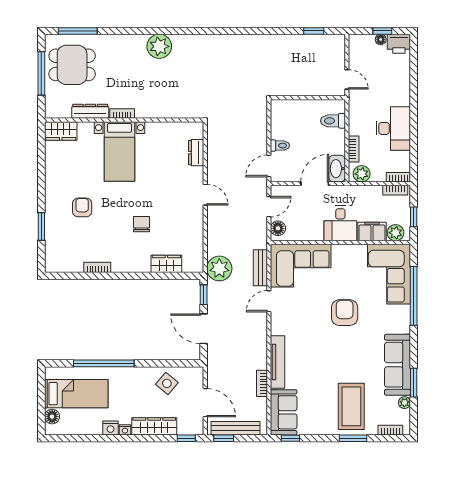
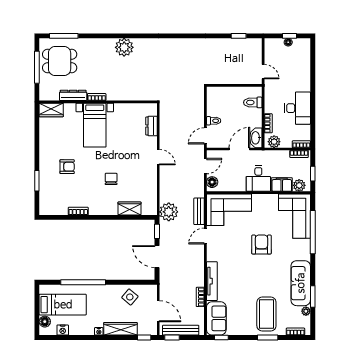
printer: (399, 44) -> (302, 45), removed
armchair: (82, 207) -> (67, 167), turned 90
nightstand: (111, 428) -> (63, 330), moved

